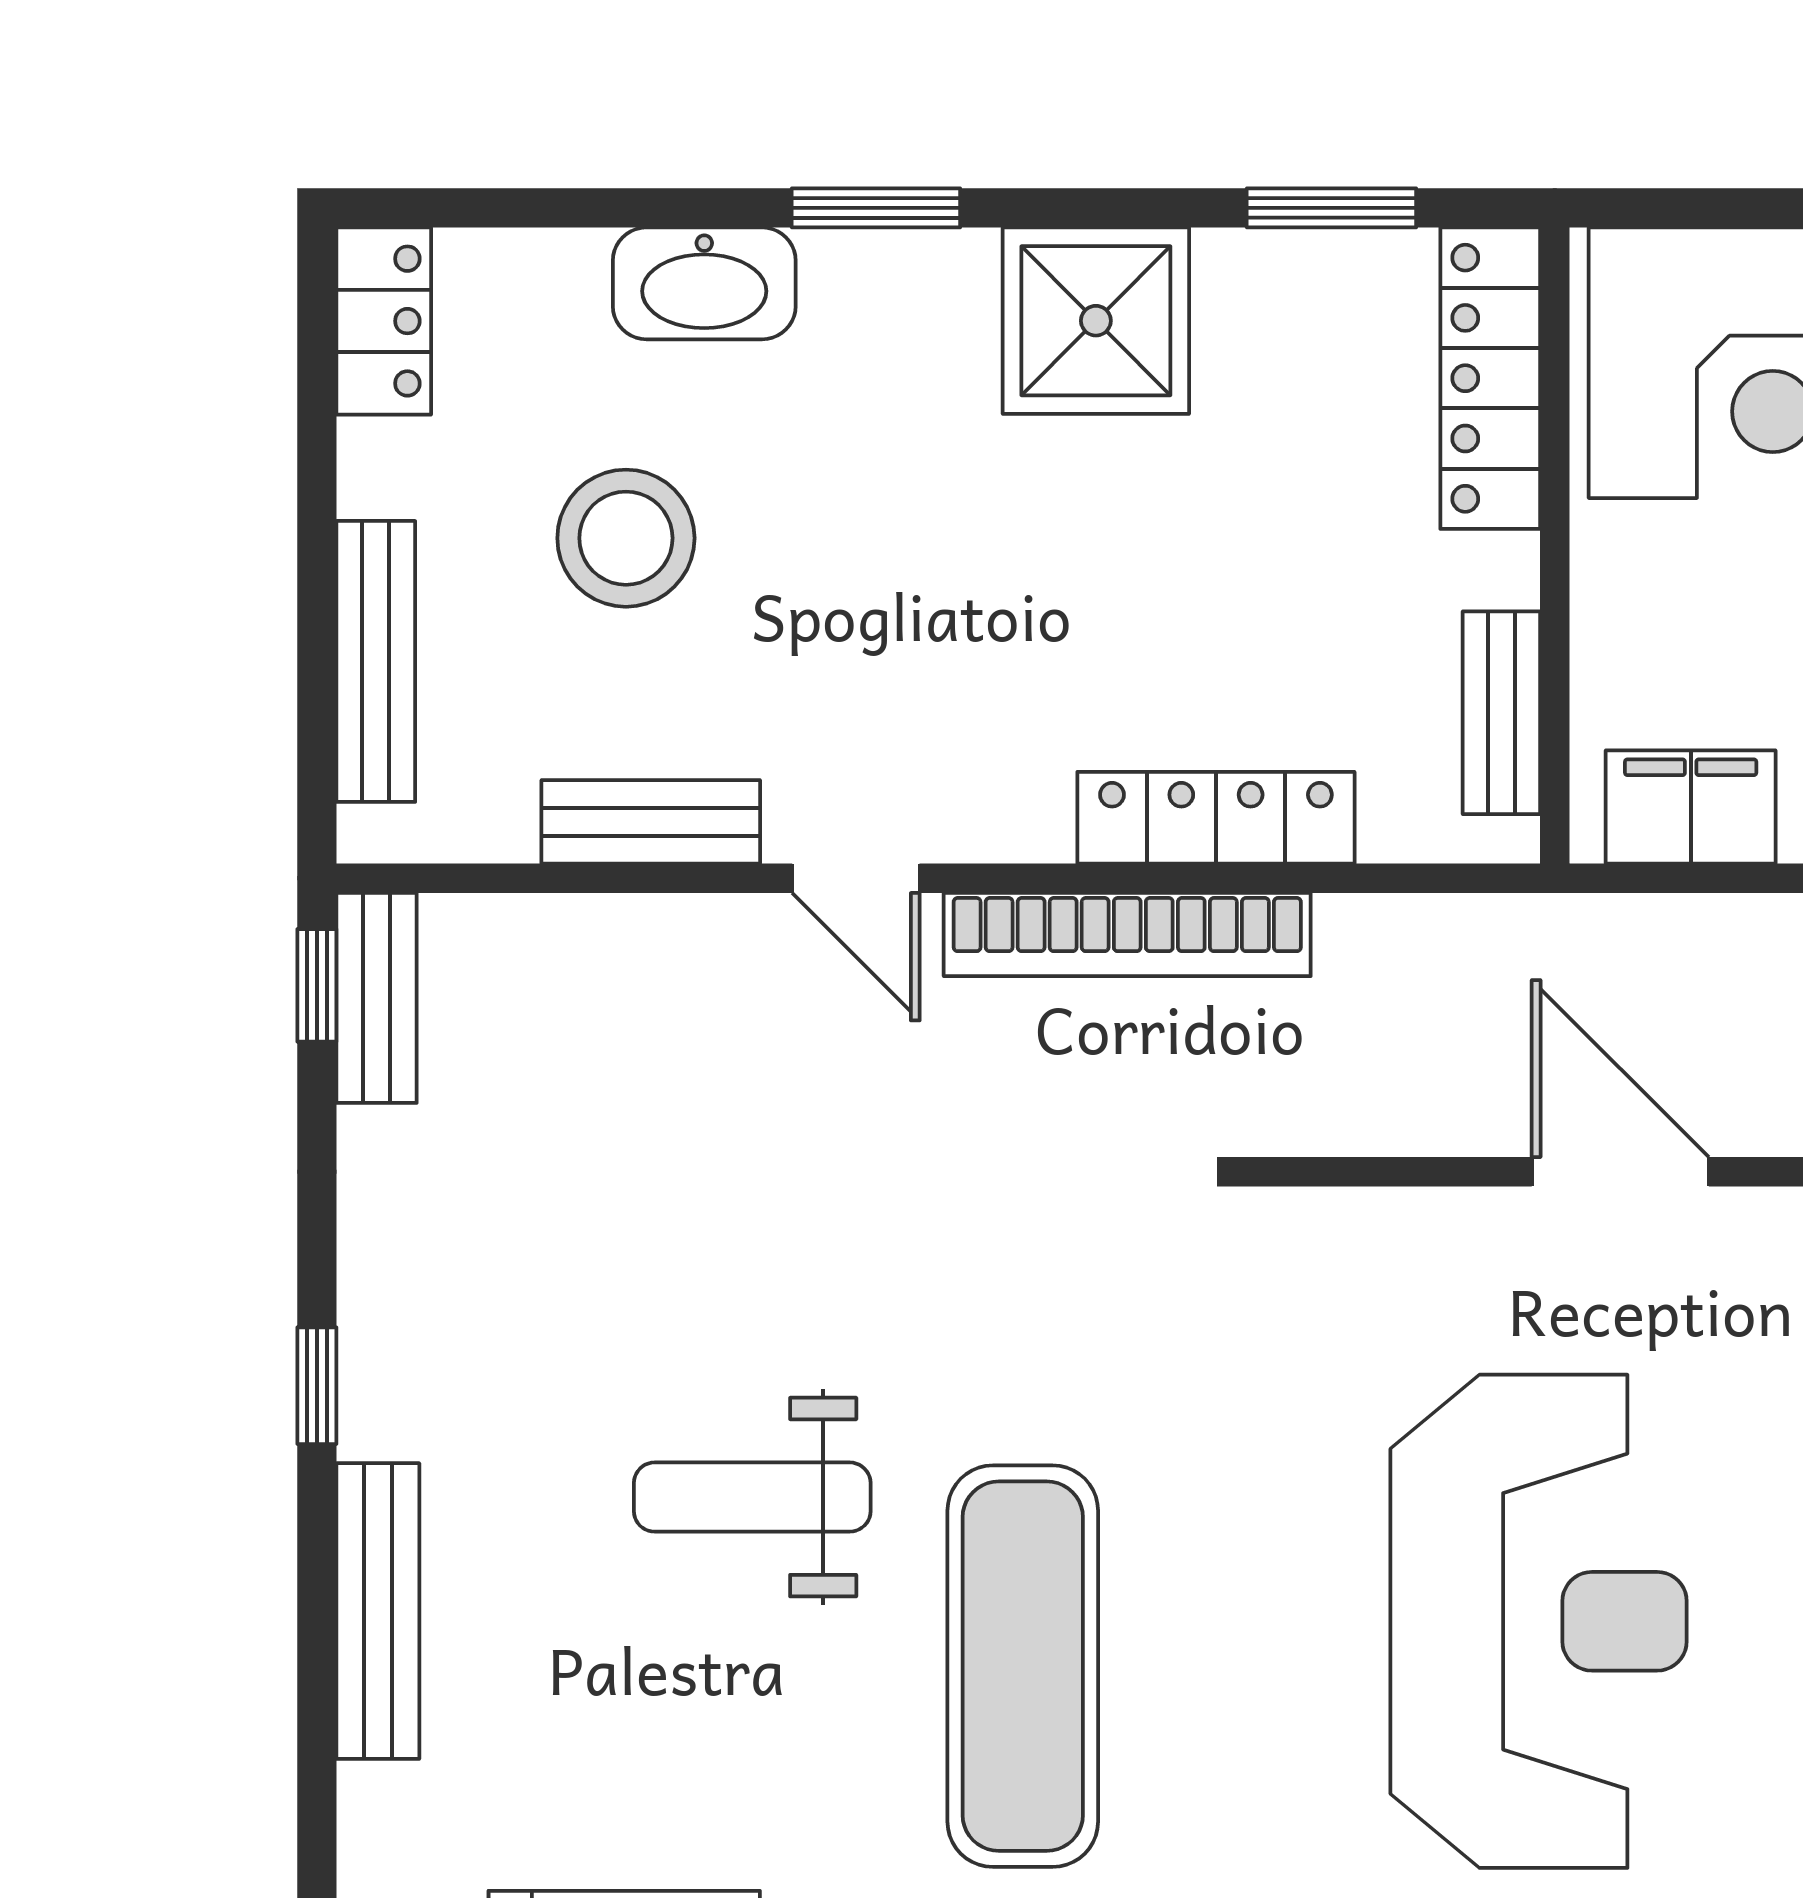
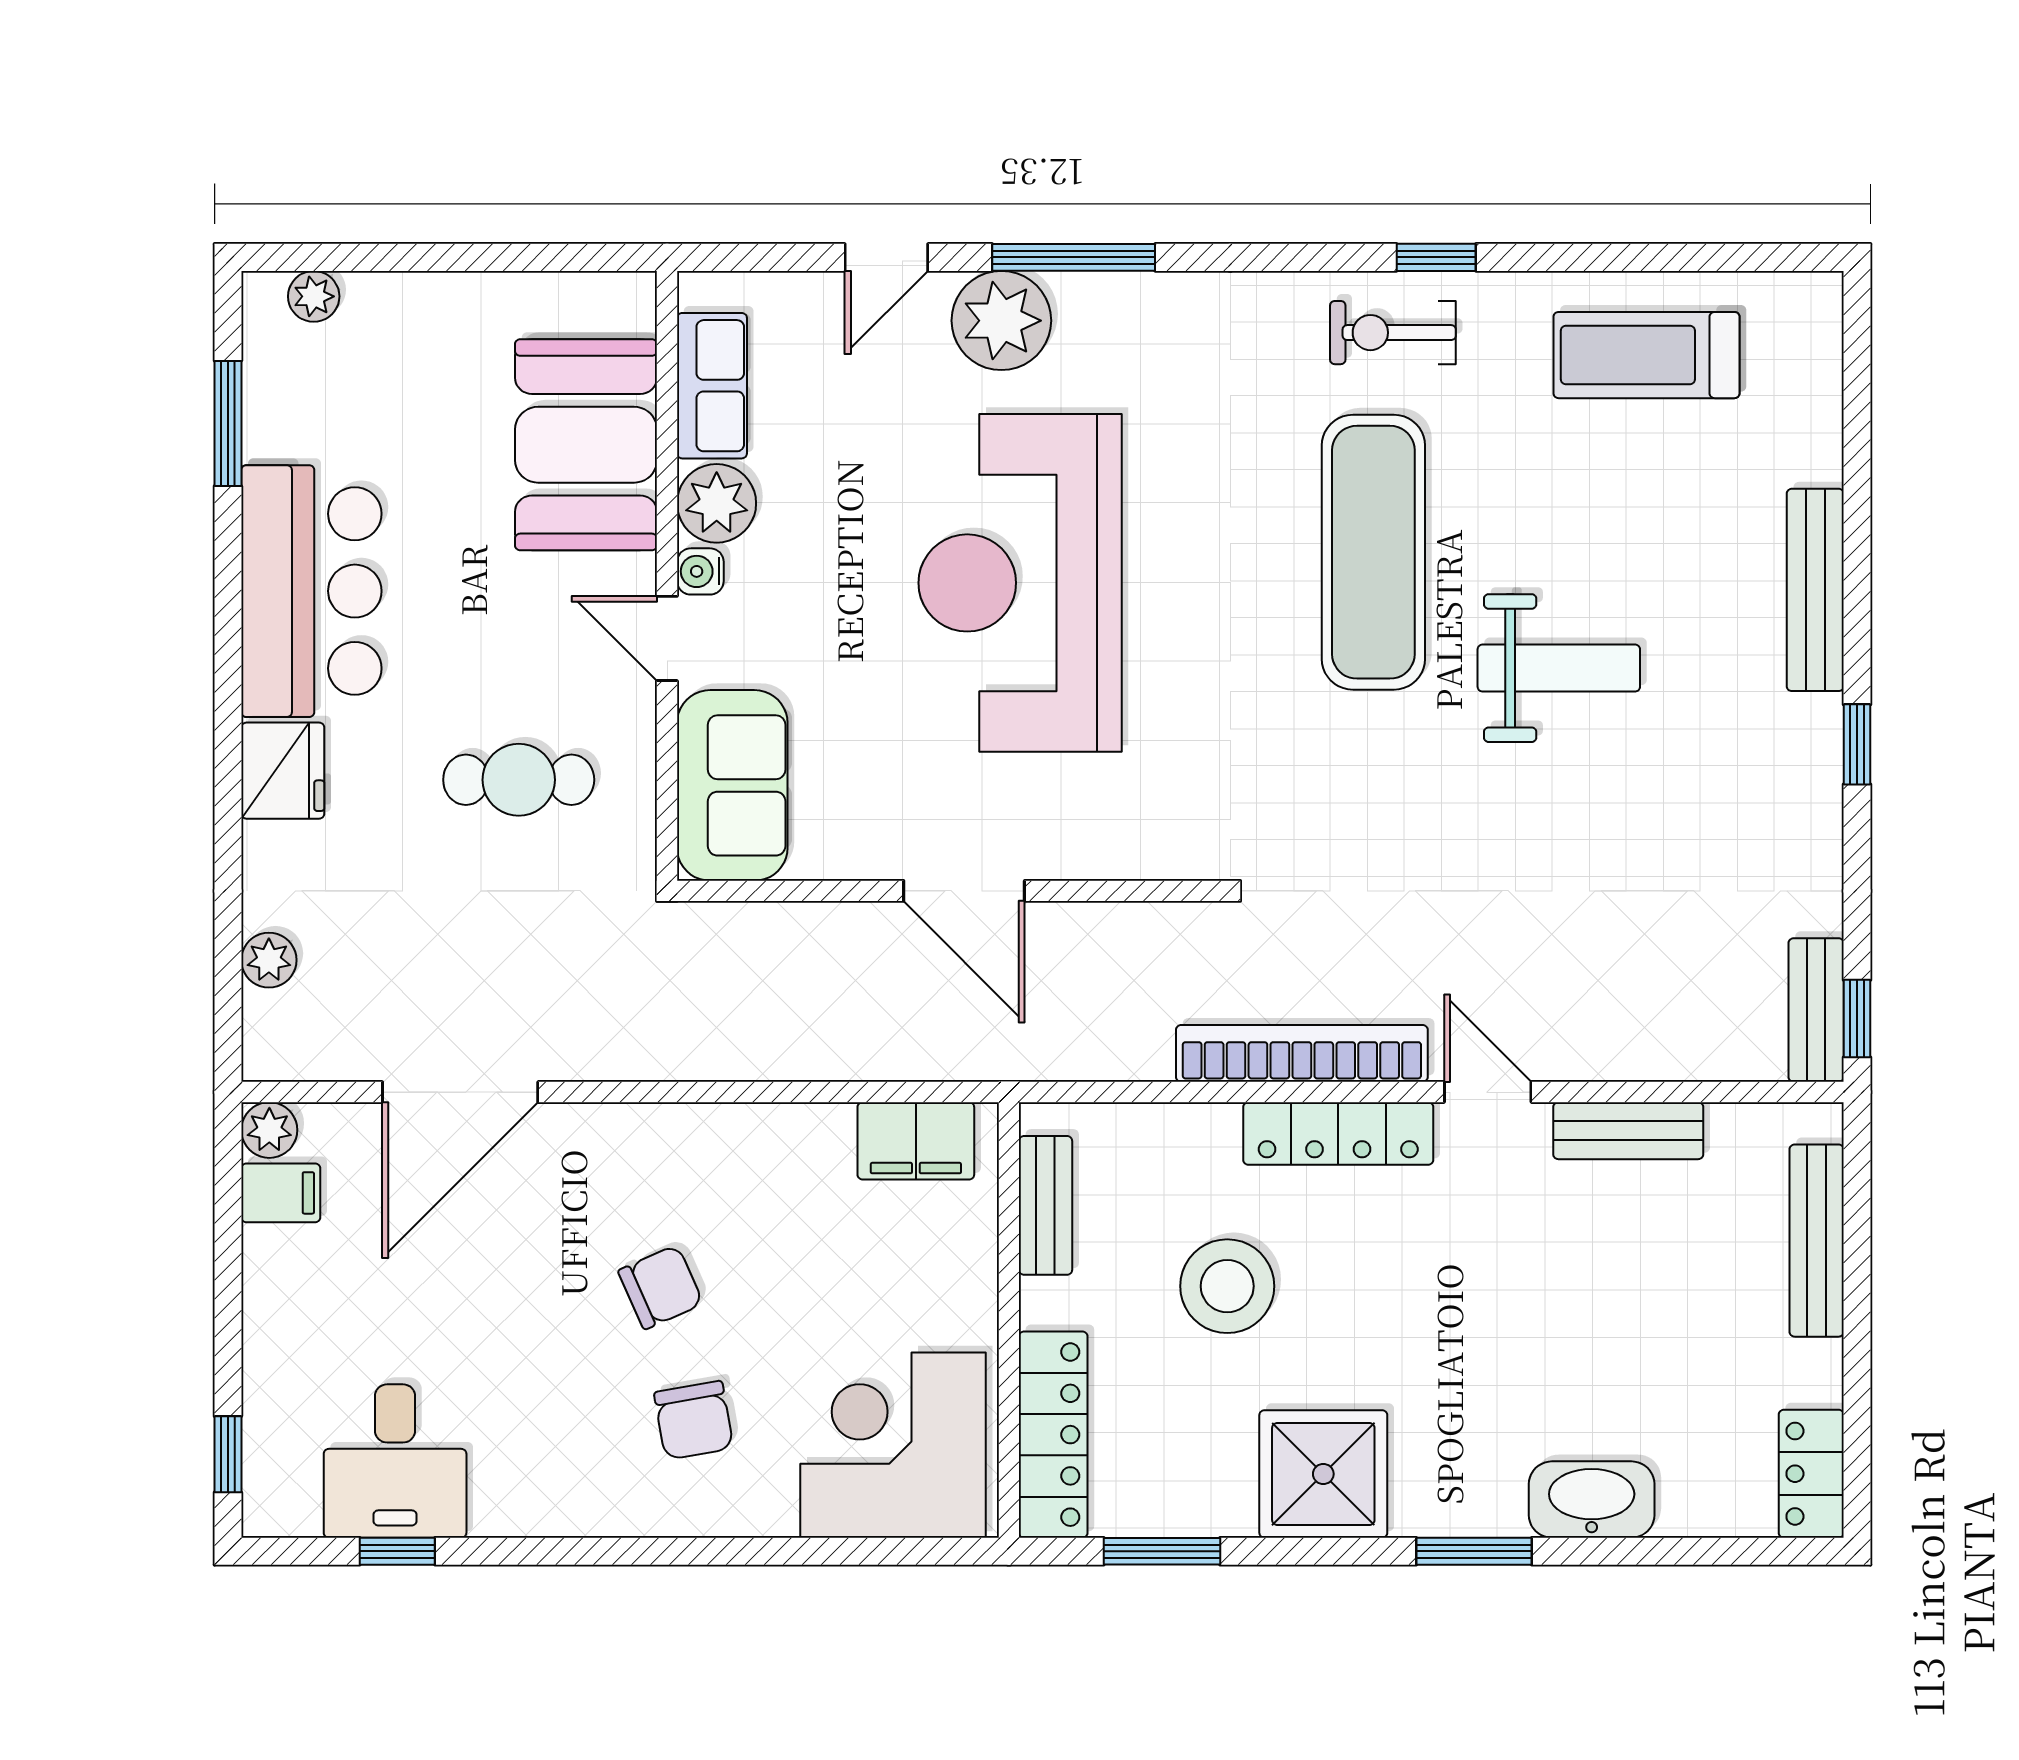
stool: (626, 538) -> (1227, 1286), moved
locker: (1216, 818) -> (1338, 1134), moved

